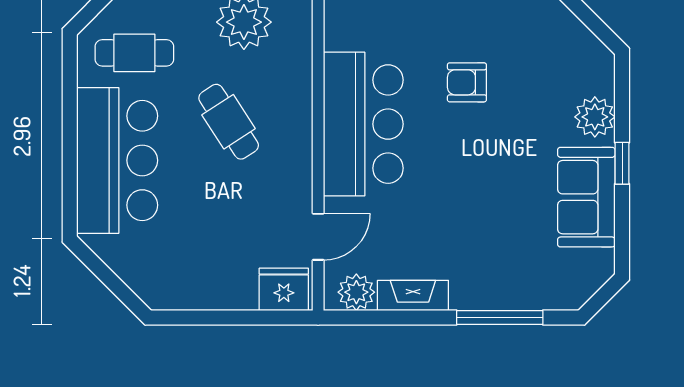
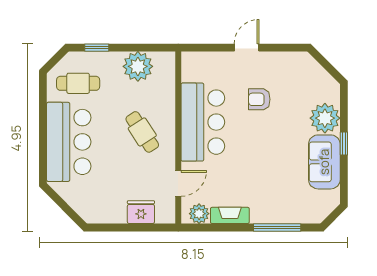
plant: (595, 117) -> (325, 118), width x1.36, depth x1.36
cafe table: (229, 122) -> (142, 132), moved
fridge: (284, 289) -> (141, 212), moved

